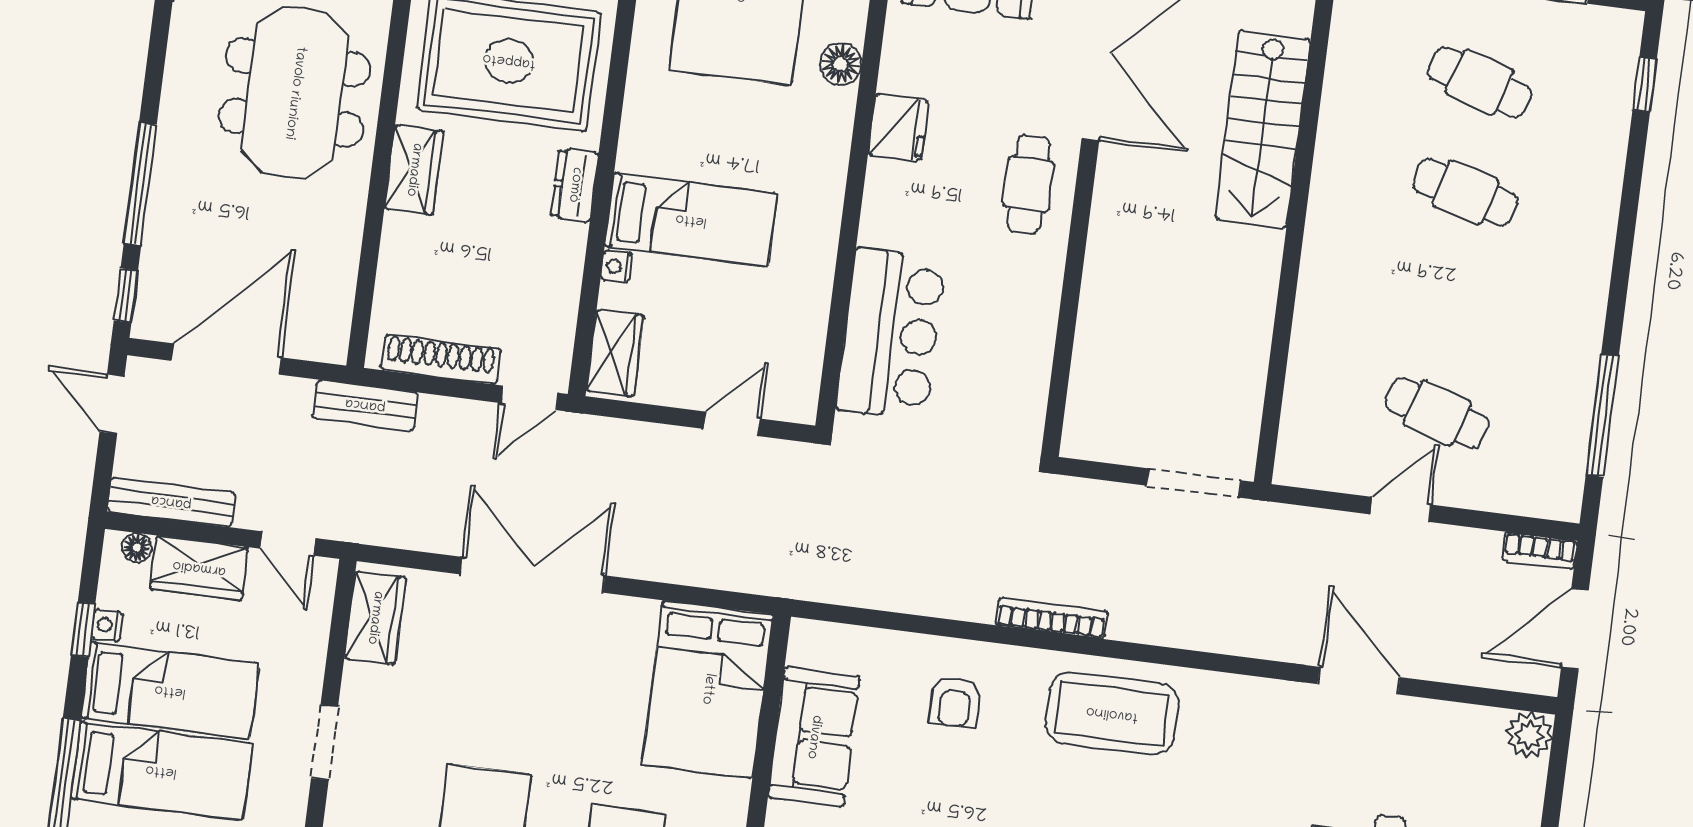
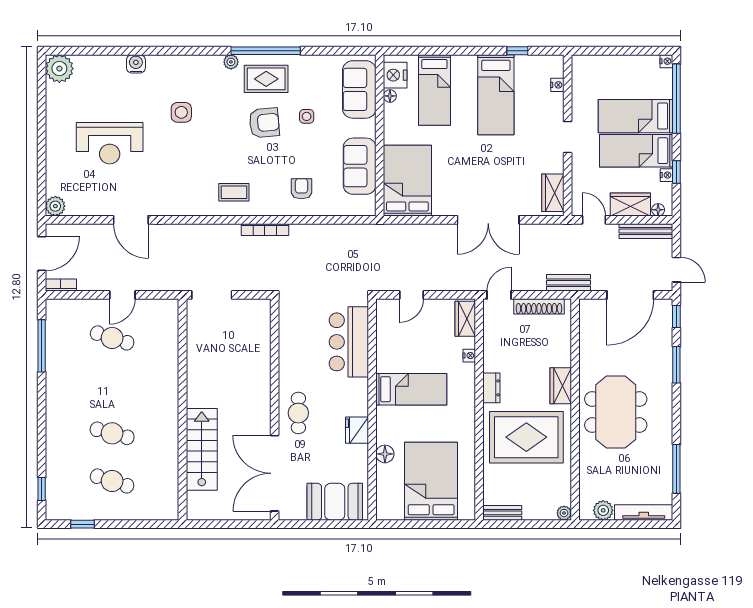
window: (140, 184) -> (676, 365), width x0.69
bed: (691, 220) -> (411, 389), moved, turned 180
coffee table: (1112, 714) -> (234, 192), width x0.54, depth x0.58

